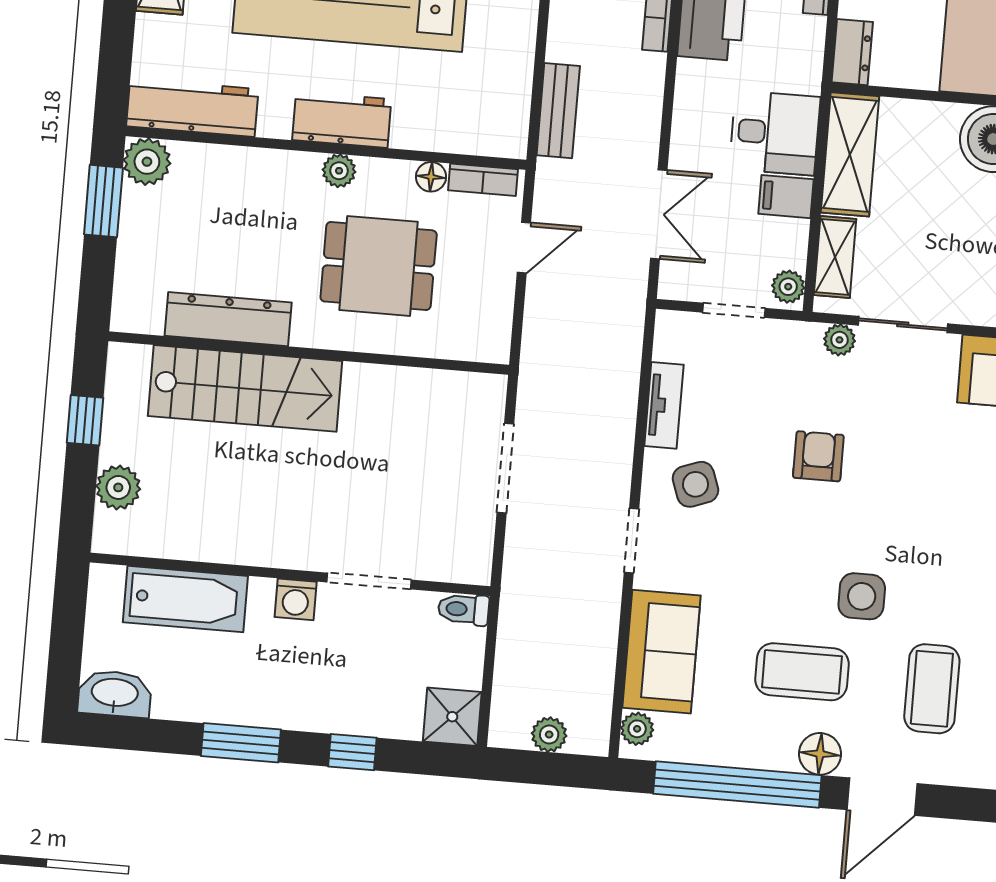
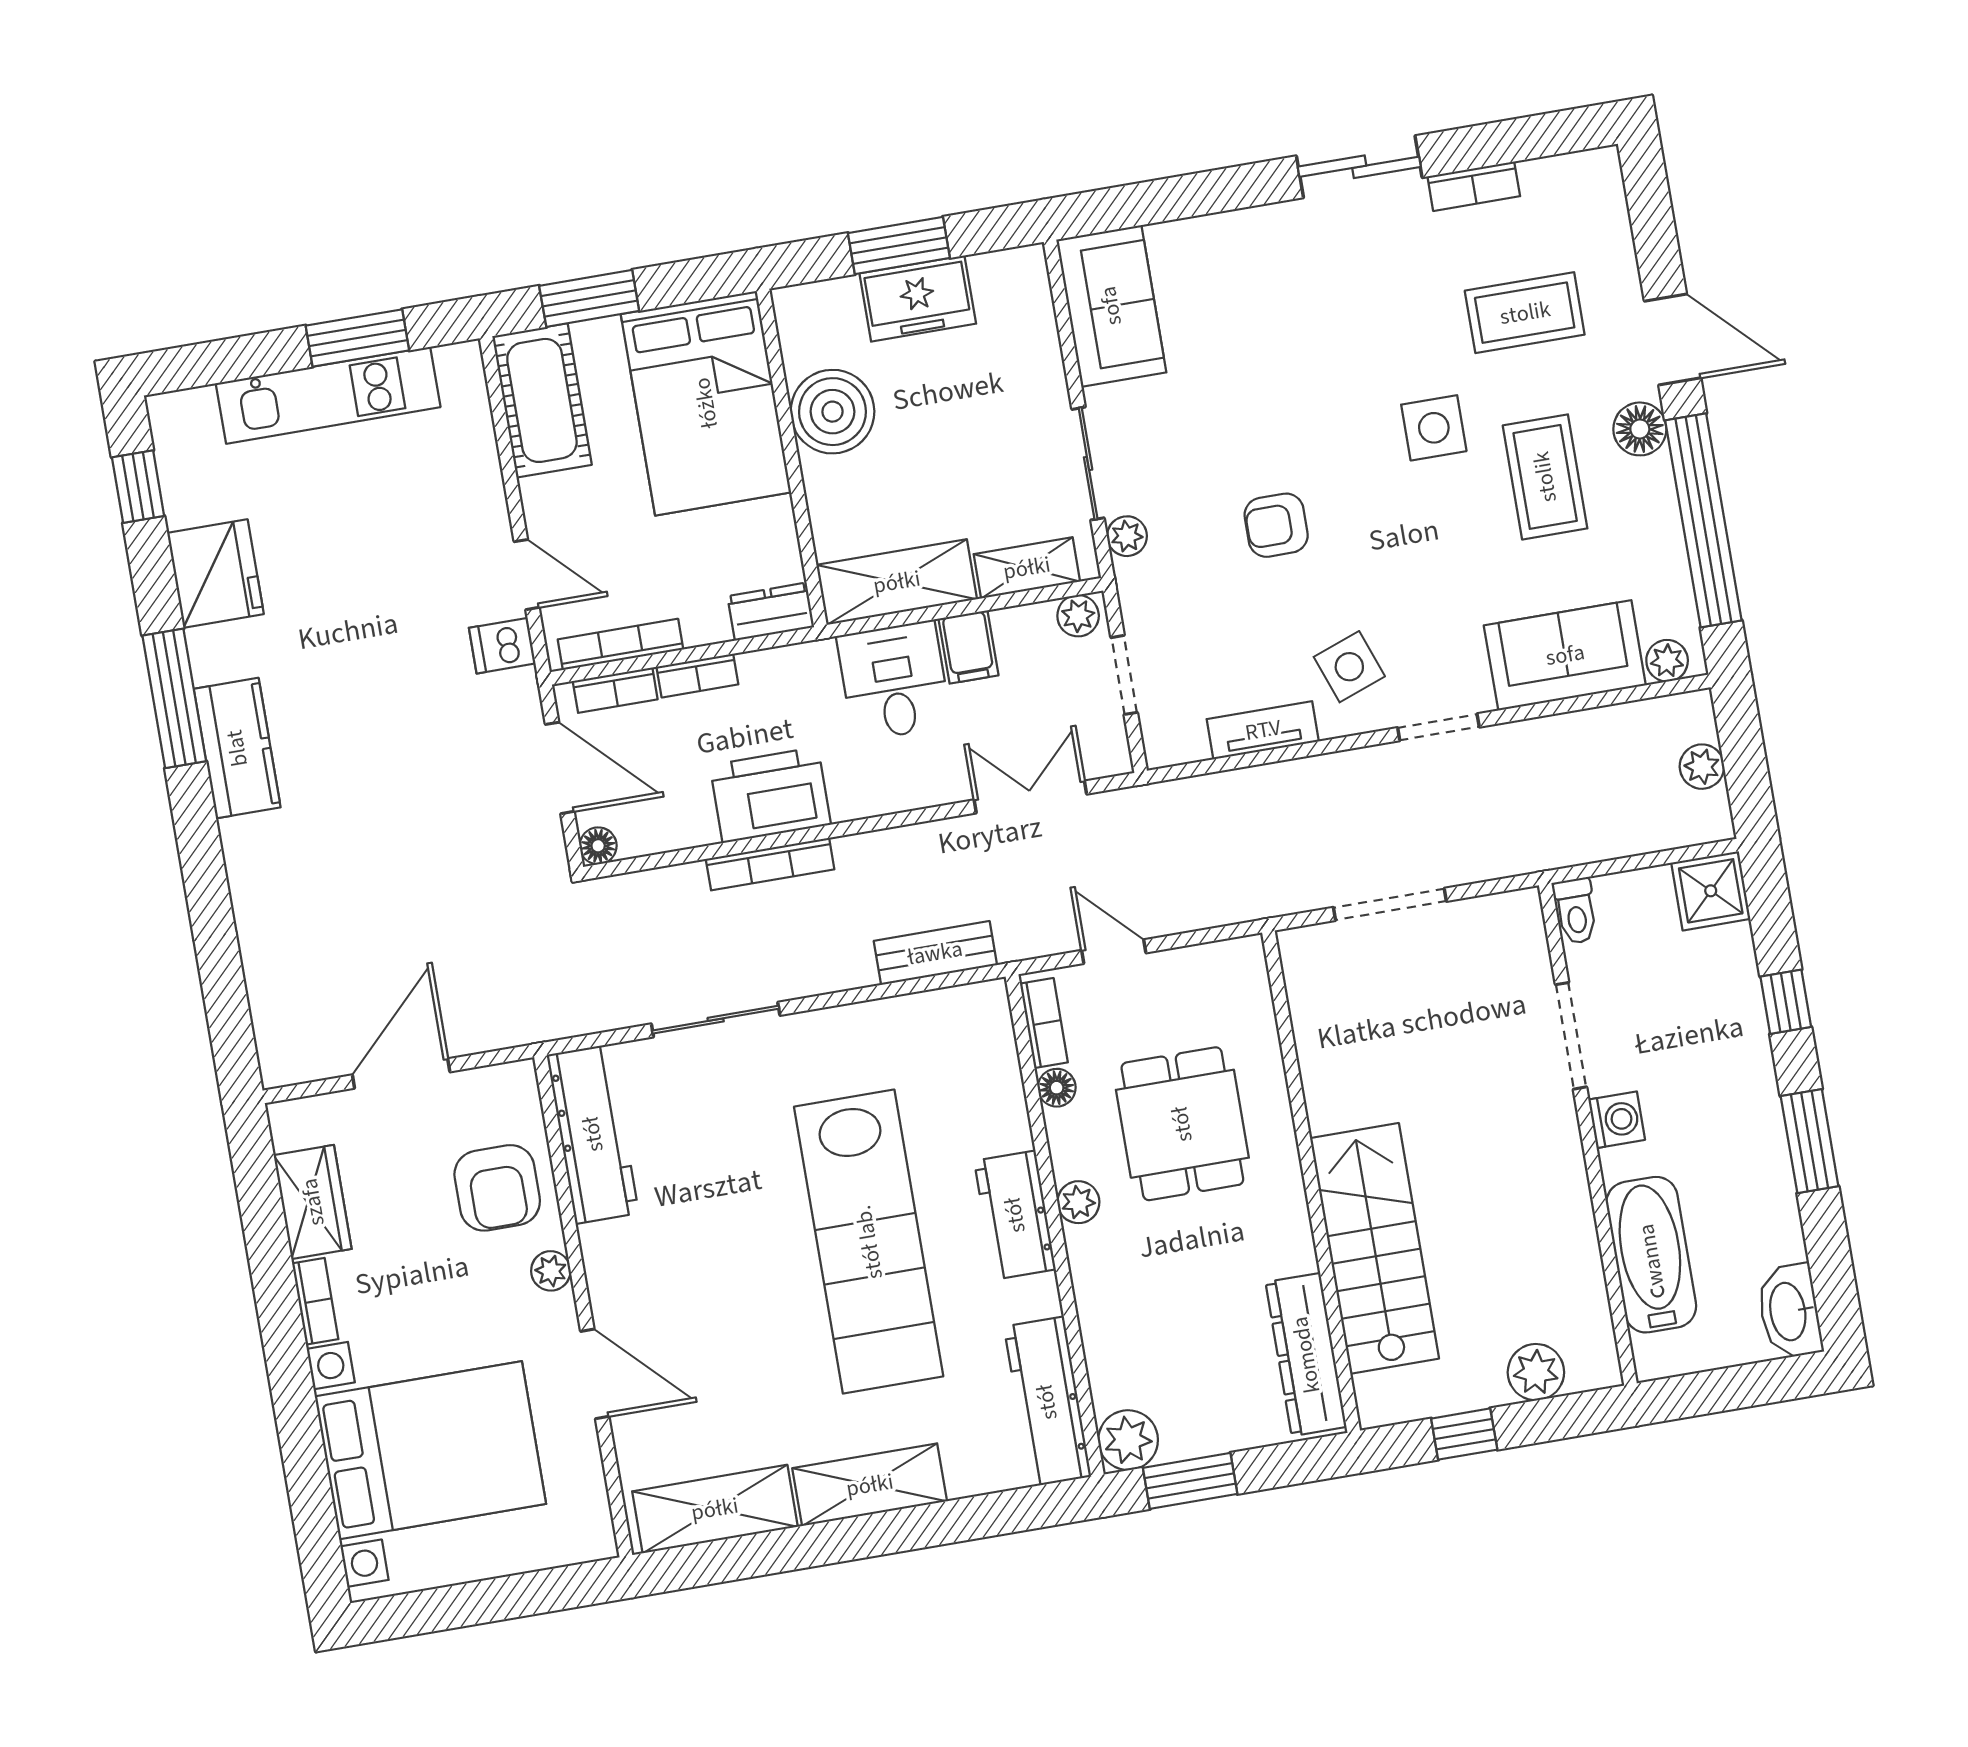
dresser: (228, 319) -> (1306, 1355), moved

